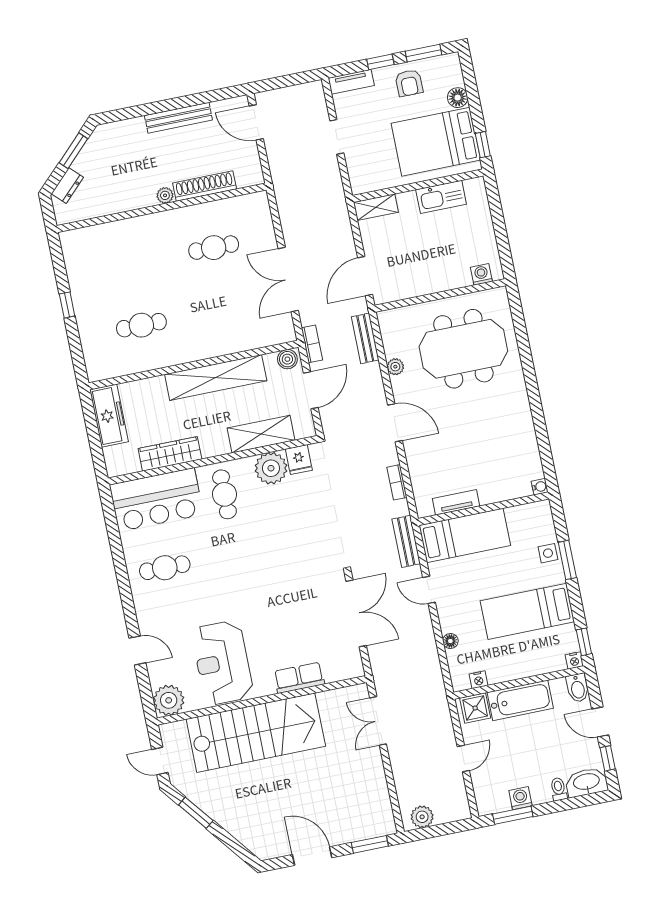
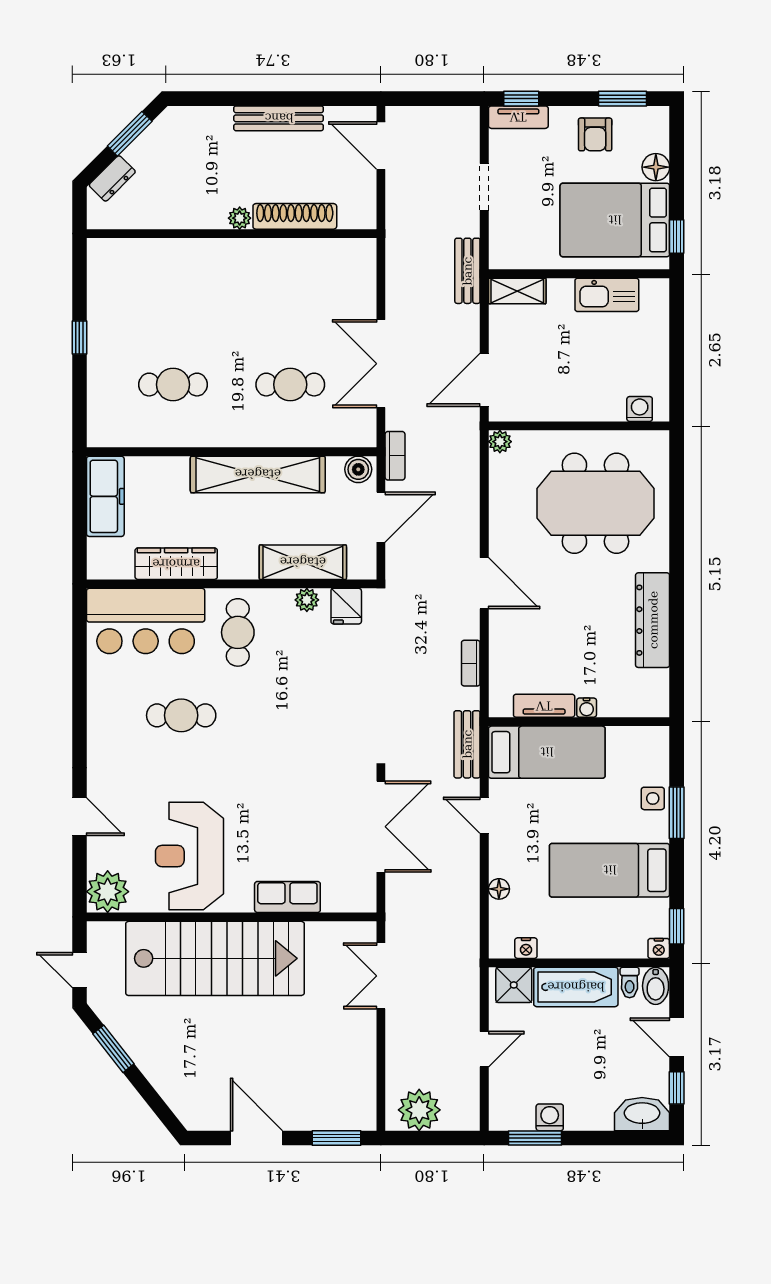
window: (380, 62) -> (521, 99), moved
cafe table: (214, 248) -> (290, 385), moved
bench: (365, 338) -> (467, 271), moved
plant: (395, 367) -> (500, 442), moved
dresser: (522, 425) -> (653, 620), added
plant: (271, 468) -> (307, 600), width x0.53, depth x0.53
water cooler: (540, 487) -> (587, 708), moved, turned 90
cafe table: (165, 568) -> (181, 715), moved
toilet: (559, 789) -> (630, 982), moved, turned 180
plant: (422, 817) -> (419, 1110), width x1.36, depth x1.36

